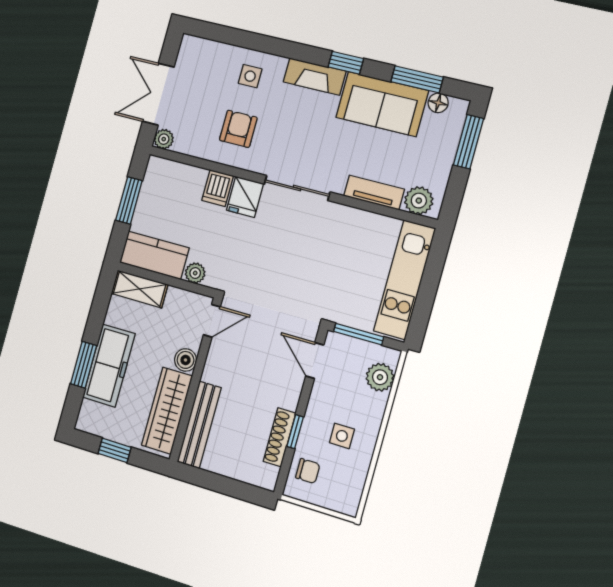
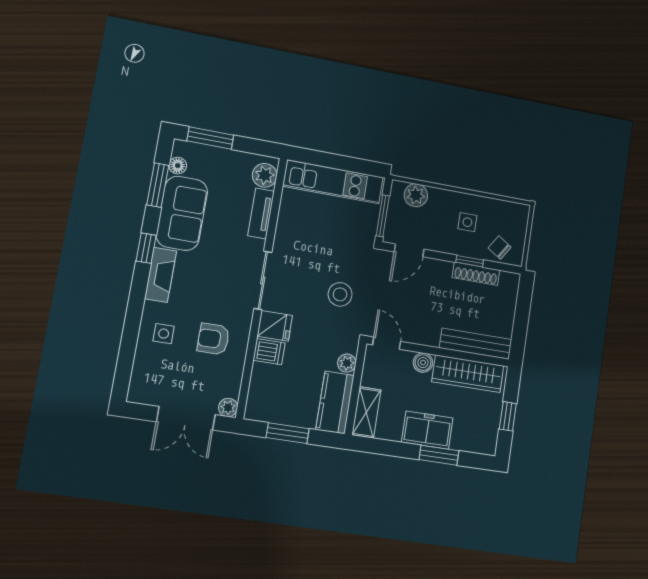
stool: (272, 274) -> (340, 294), added
freezer: (109, 366) -> (427, 430), width x0.71
chair: (308, 471) -> (500, 247), turned -57

